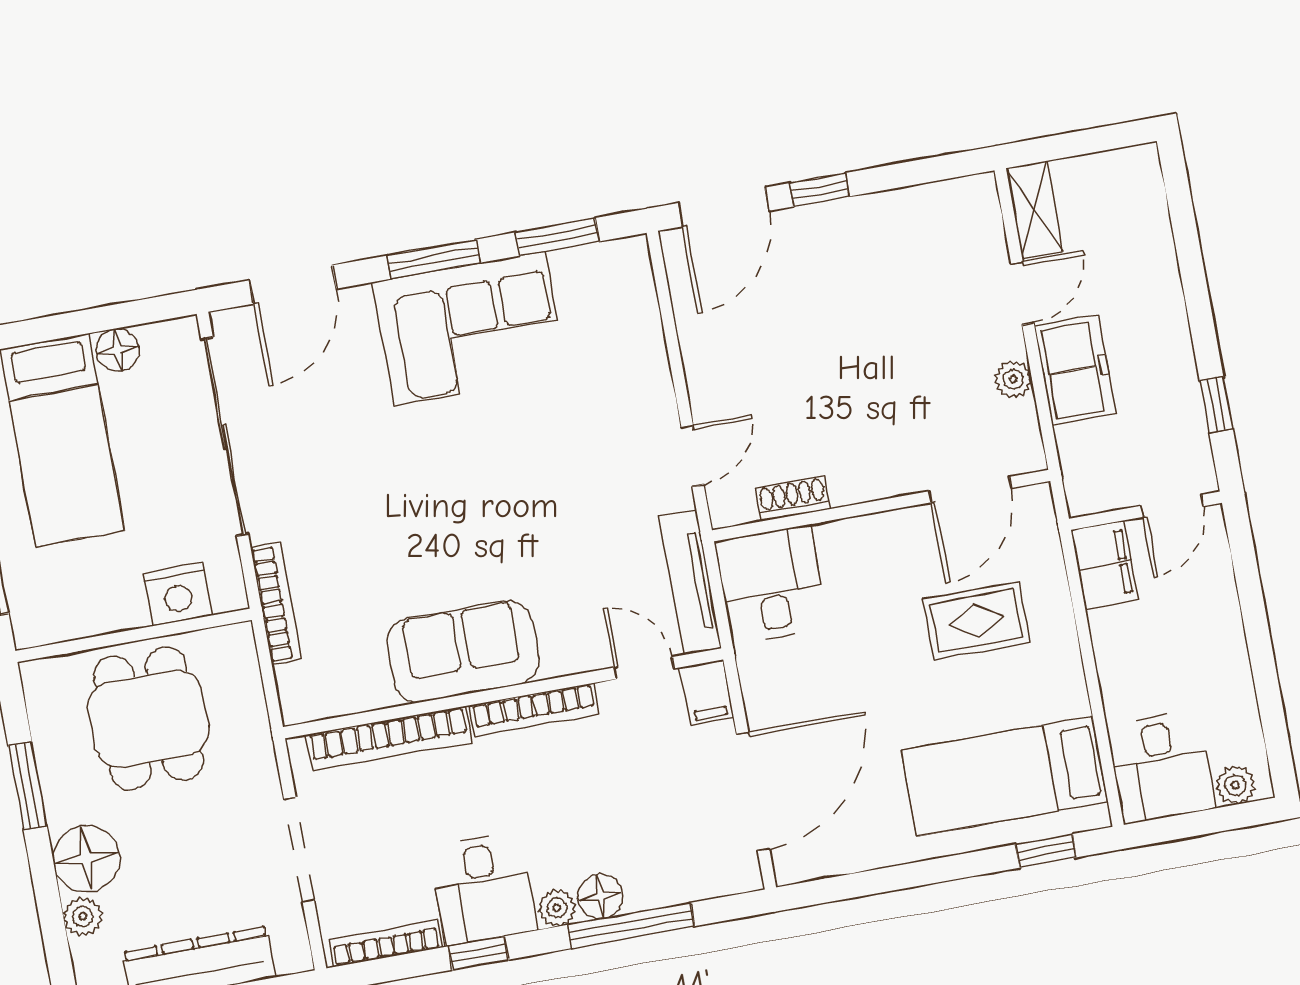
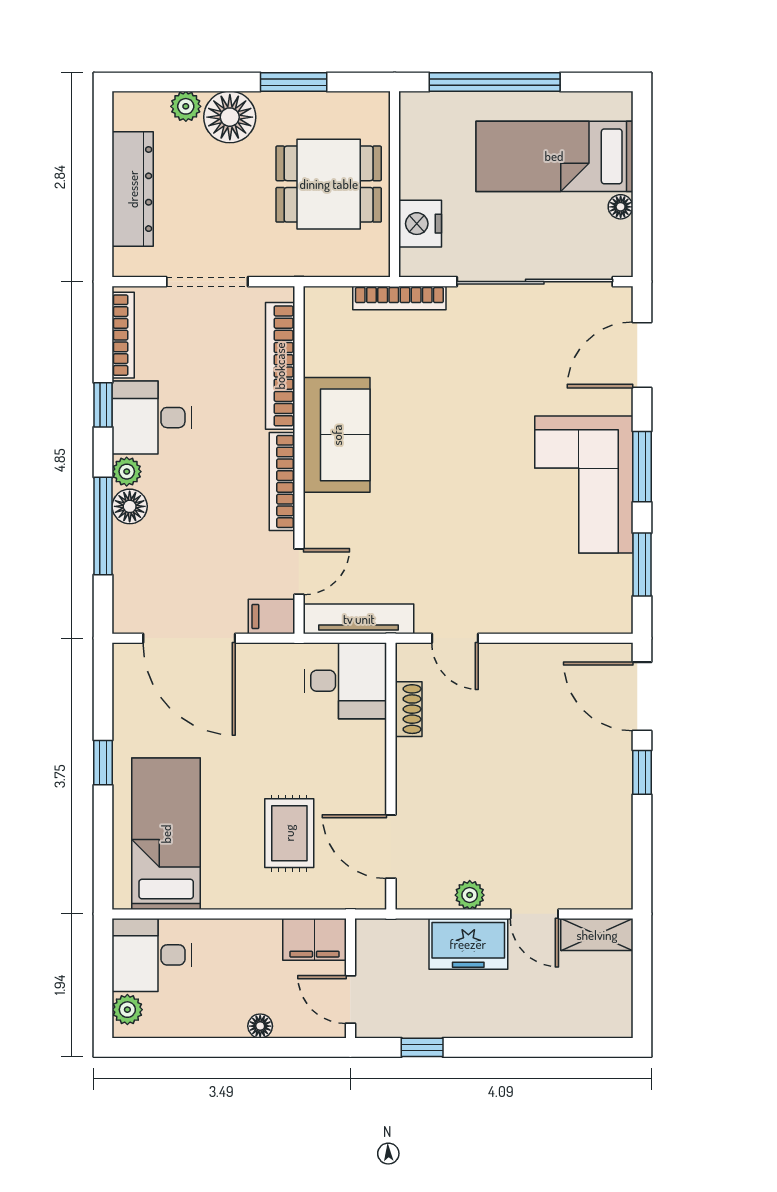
door: (293, 284) -> (642, 355), hinge flipped
floor lamp: (118, 350) -> (621, 207), width x0.73, depth x0.73
floor lamp: (1226, 614) -> (260, 1026), added
window: (1046, 851) -> (103, 763), moved

